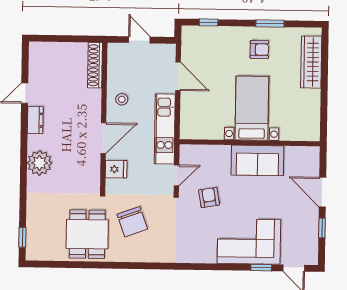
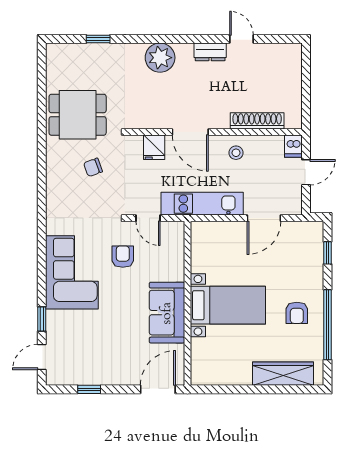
window: (270, 23) -> (327, 325), width x2.11
dishwasher: (117, 50) -> (293, 146), added
shoe rack: (95, 65) -> (257, 121), moved
door: (323, 192) -> (158, 389), moved
armchair: (209, 197) -> (123, 257), turned -80
chair: (132, 222) -> (93, 167), width x0.54, depth x0.54
window: (22, 237) -> (98, 39), moved
corner sofa: (249, 242) -> (72, 272), moved

